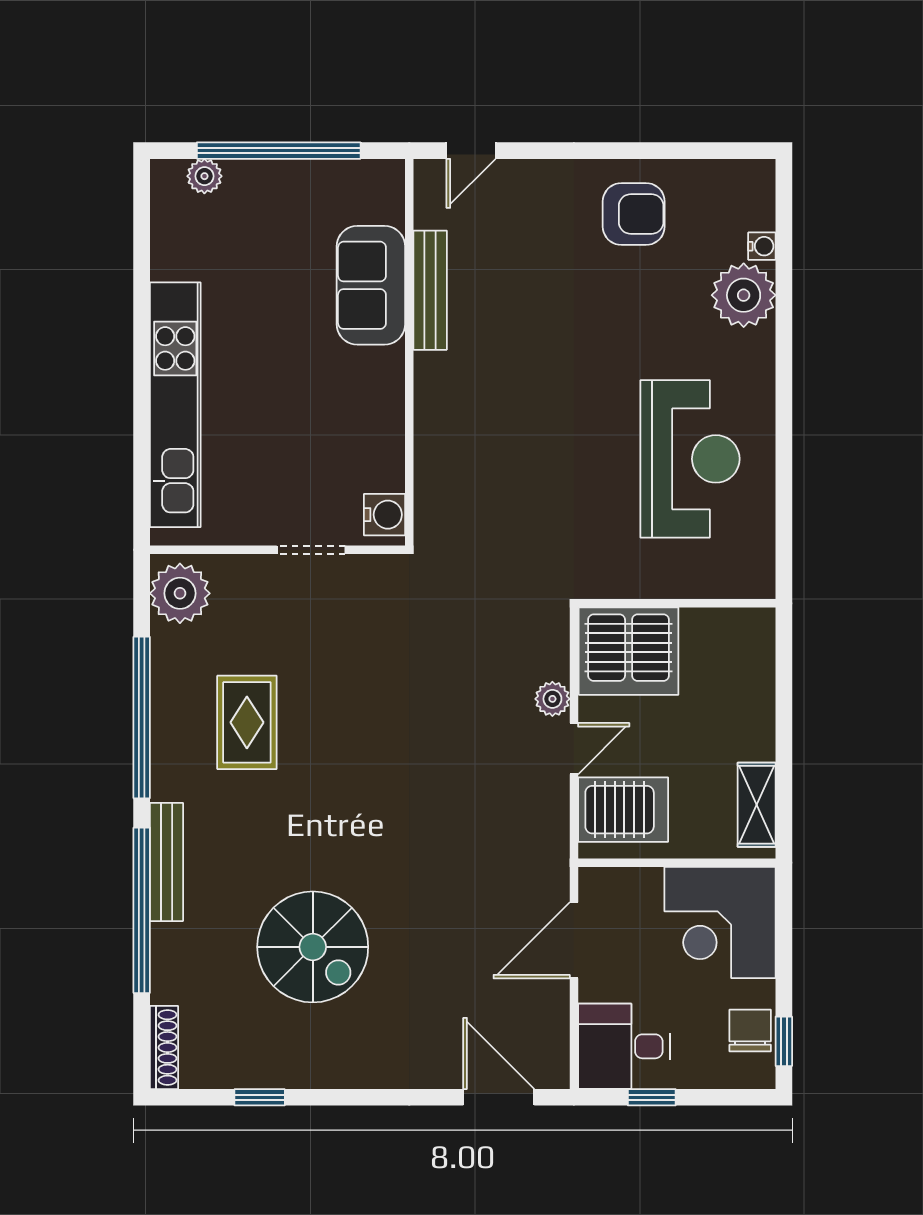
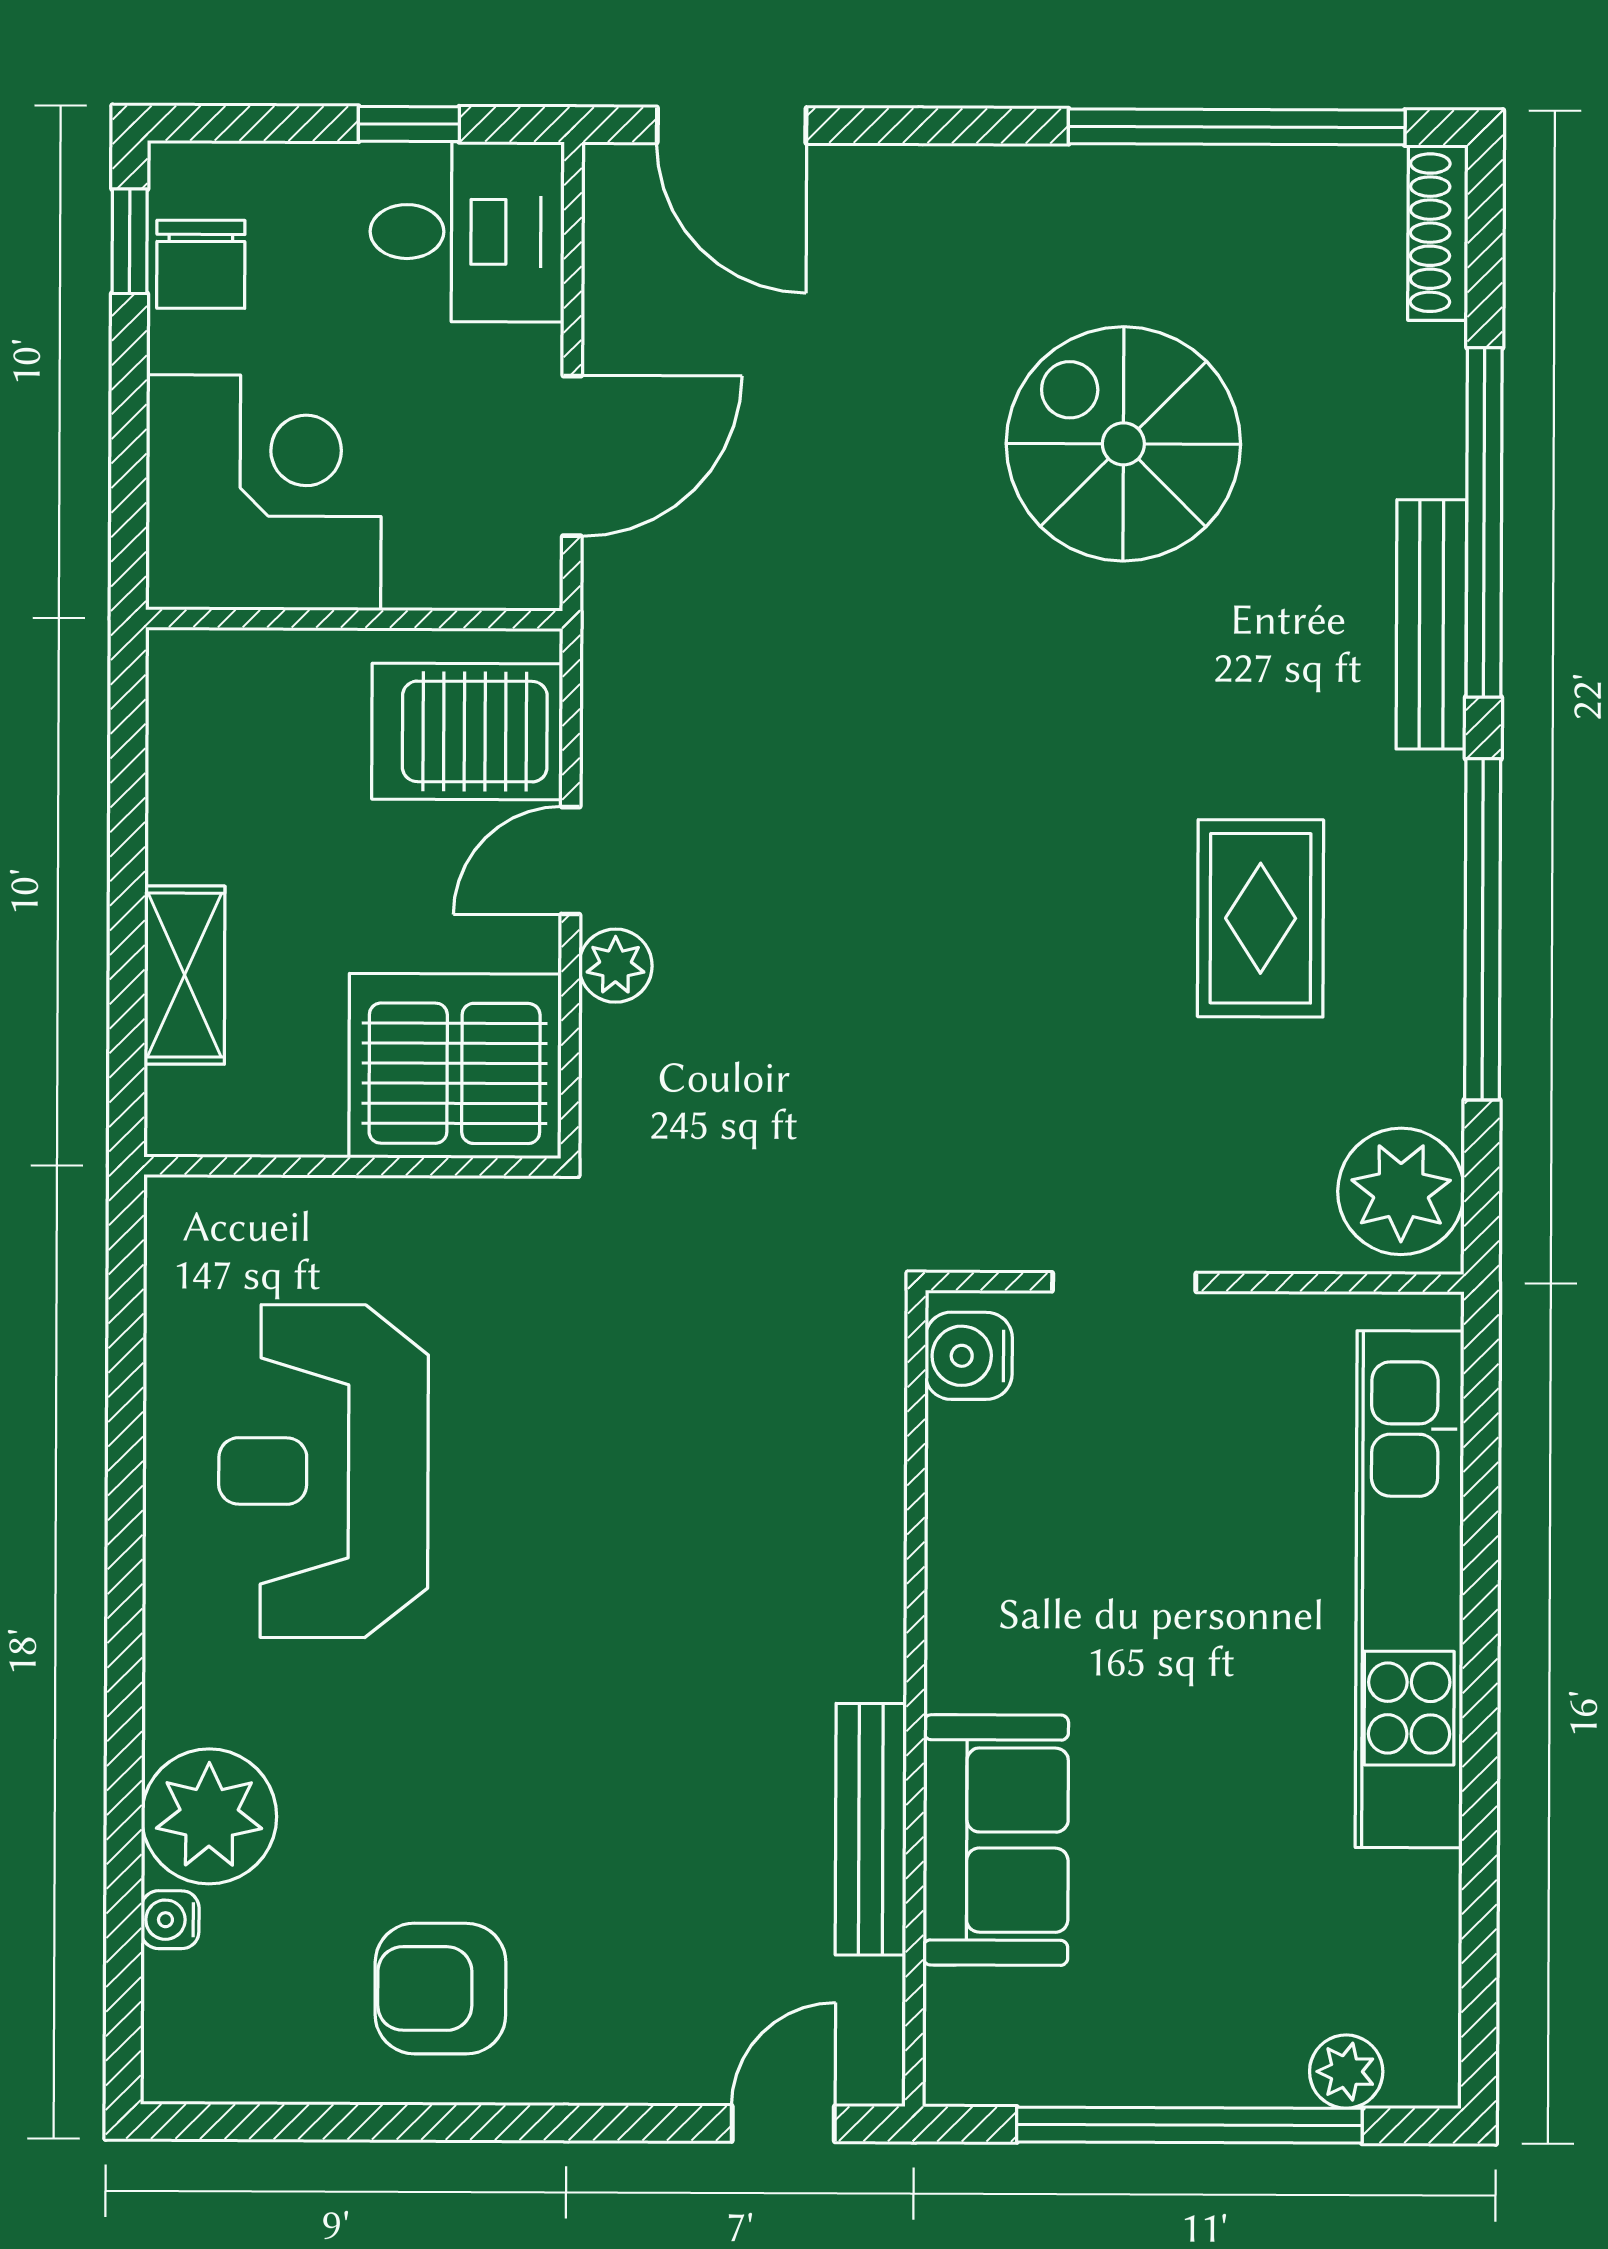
shelving: (757, 805) -> (185, 975), moved
window: (260, 1097) -> (1237, 127), width x3.17

